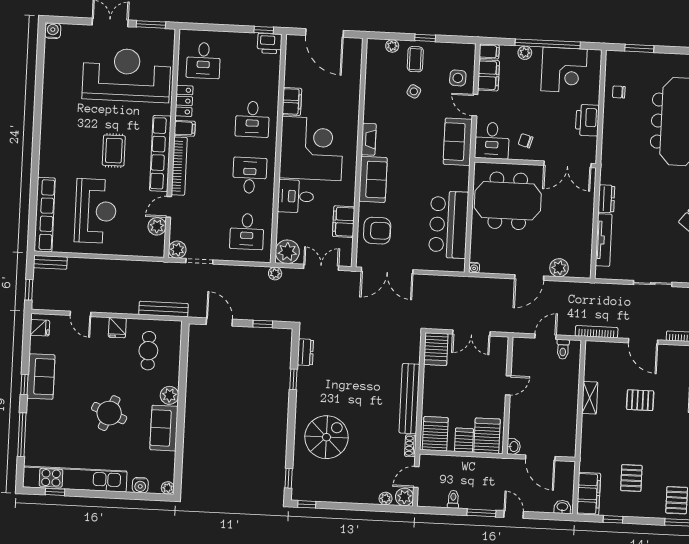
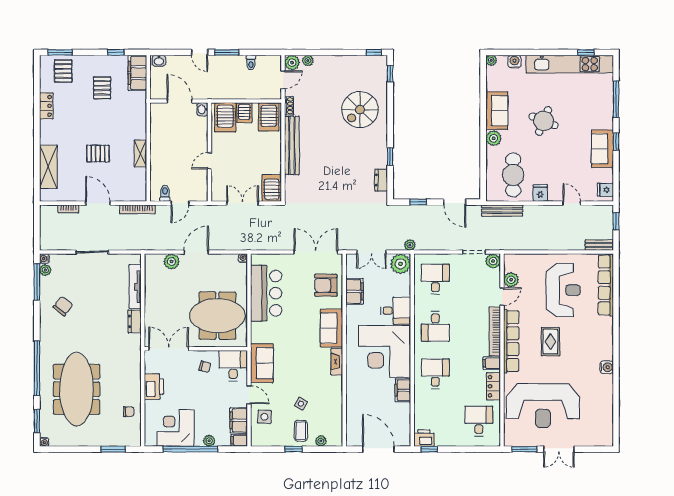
water cooler: (53, 31) -> (607, 367), moved, turned -90
reception desk: (96, 211) -> (563, 290), turned 180
cafe table: (148, 351) -> (513, 175), width x1.37, depth x1.35

